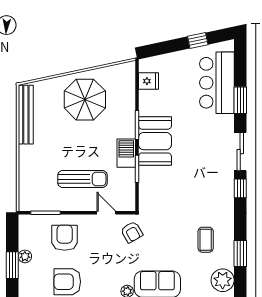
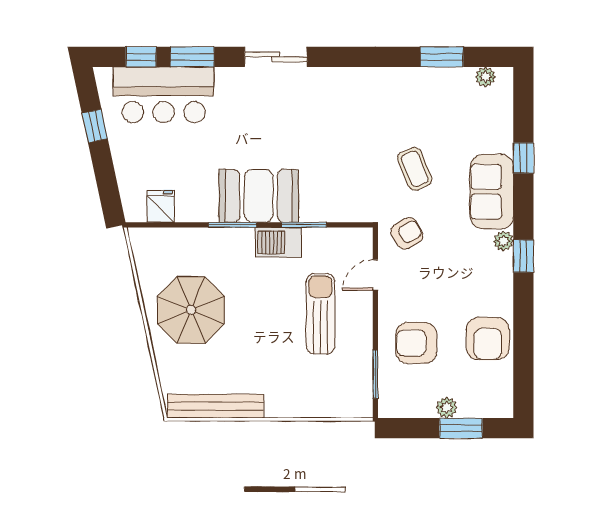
window: (240, 188) -> (141, 57), moved
coffee table: (206, 240) -> (415, 169), moved, turned 67
plant: (223, 280) -> (485, 77), width x0.53, depth x0.53

